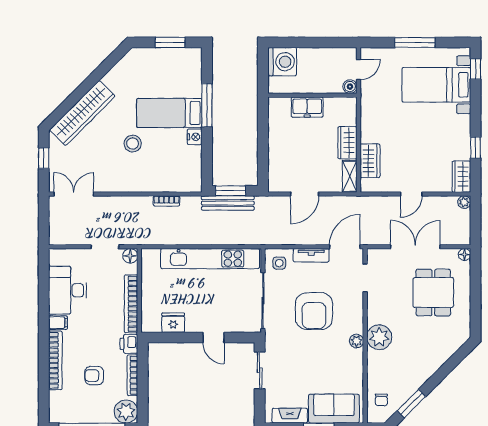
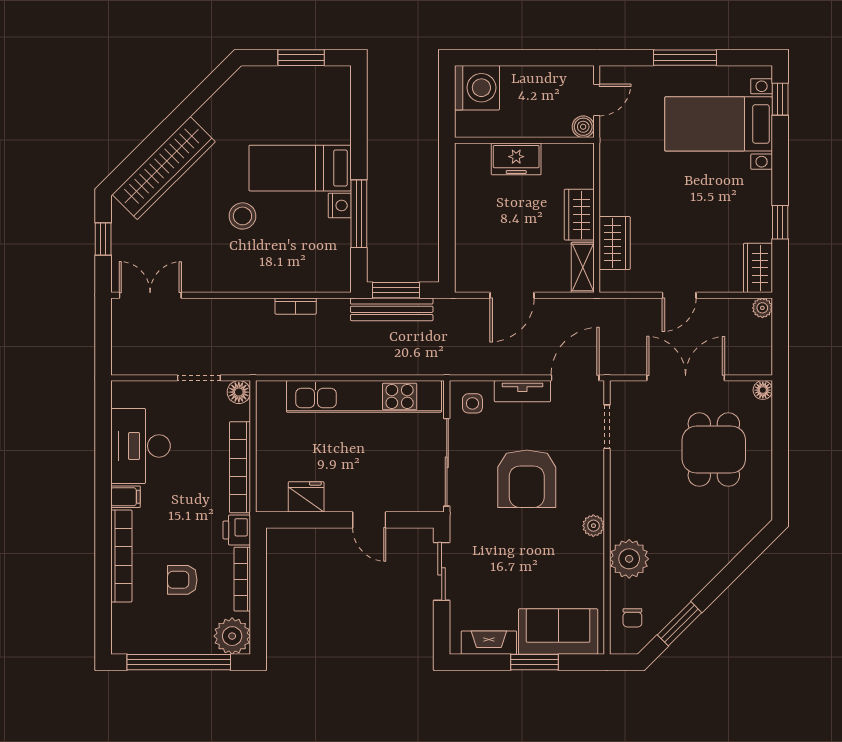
window: (207, 105) -> (359, 214), moved
plant: (379, 337) -> (629, 559), moved

